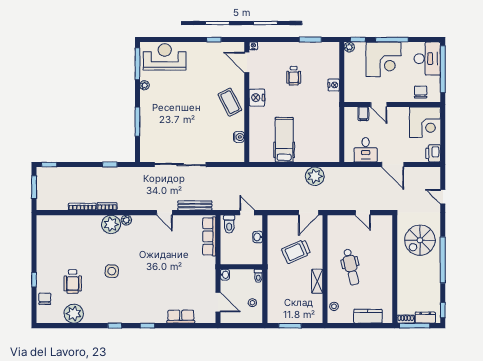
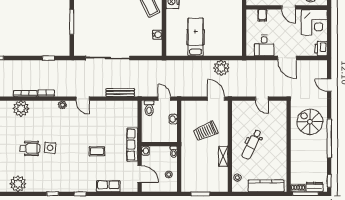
door: (379, 104) -> (289, 7), moved
door: (164, 213) -> (83, 99), moved
door: (309, 213) -> (216, 99), swing flipped
plant: (111, 224) -> (21, 108), moved
row of seats: (209, 236) -> (132, 145), moved
spiral stairs: (420, 240) -> (310, 122), turned 90
dental chair: (351, 267) -> (252, 144), turned 39
coffee table: (167, 275) -> (97, 151), added
wheelchair: (73, 282) -> (30, 148), moved, turned -90
kitchen counter: (368, 316) -> (266, 186), width x1.50

